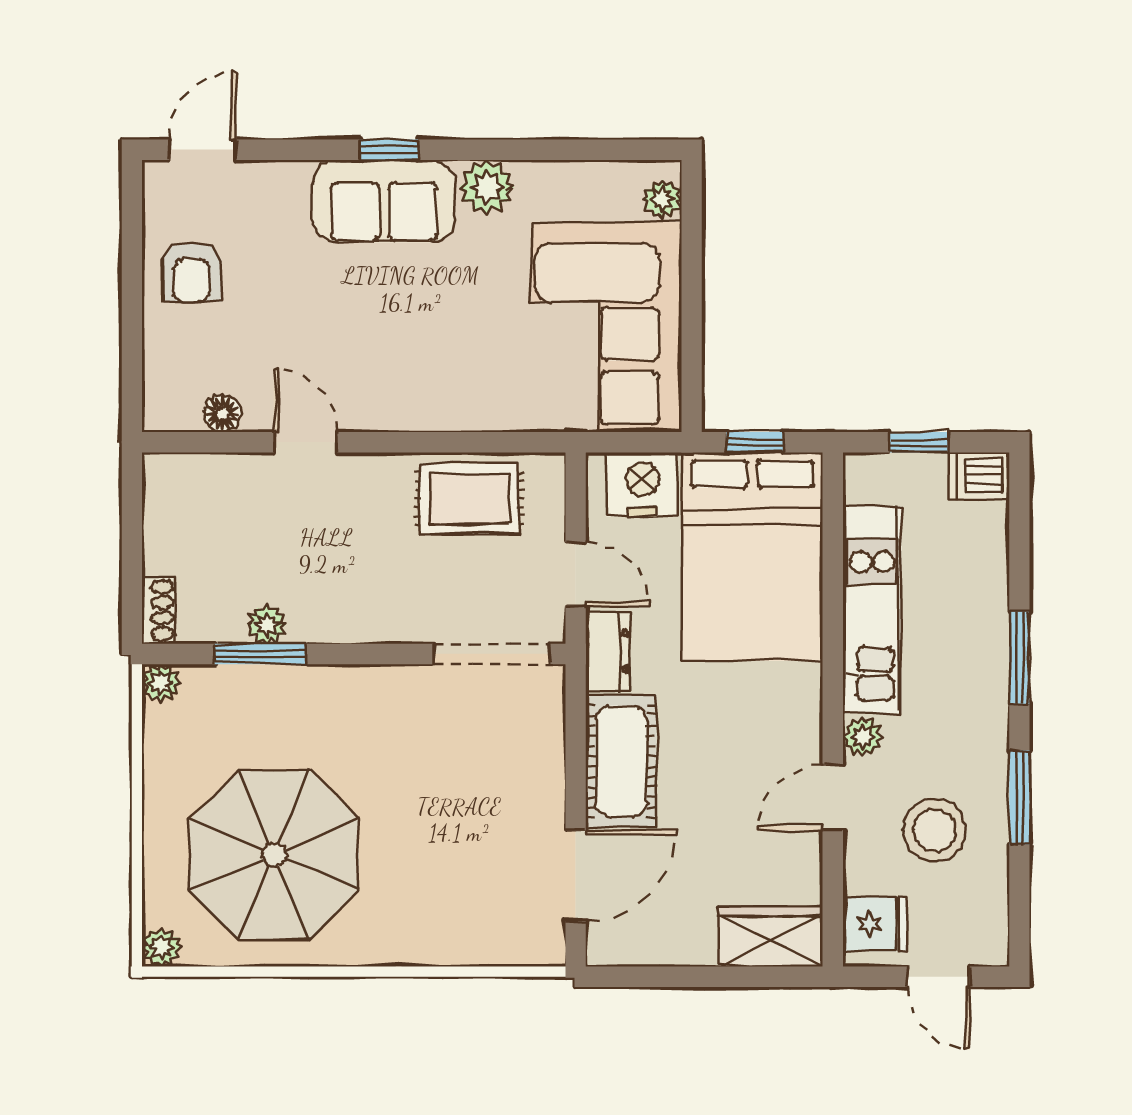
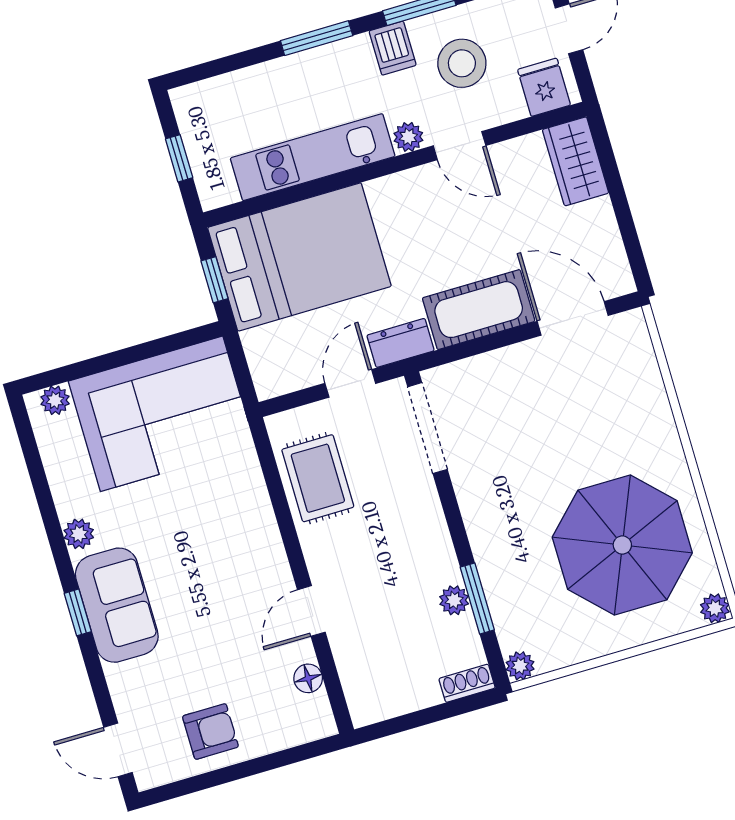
plant: (487, 187) -> (79, 534), width x0.73, depth x0.73
dishwasher: (979, 476) -> (393, 48), moved
nightstand: (642, 484) -> (270, 354), removed

